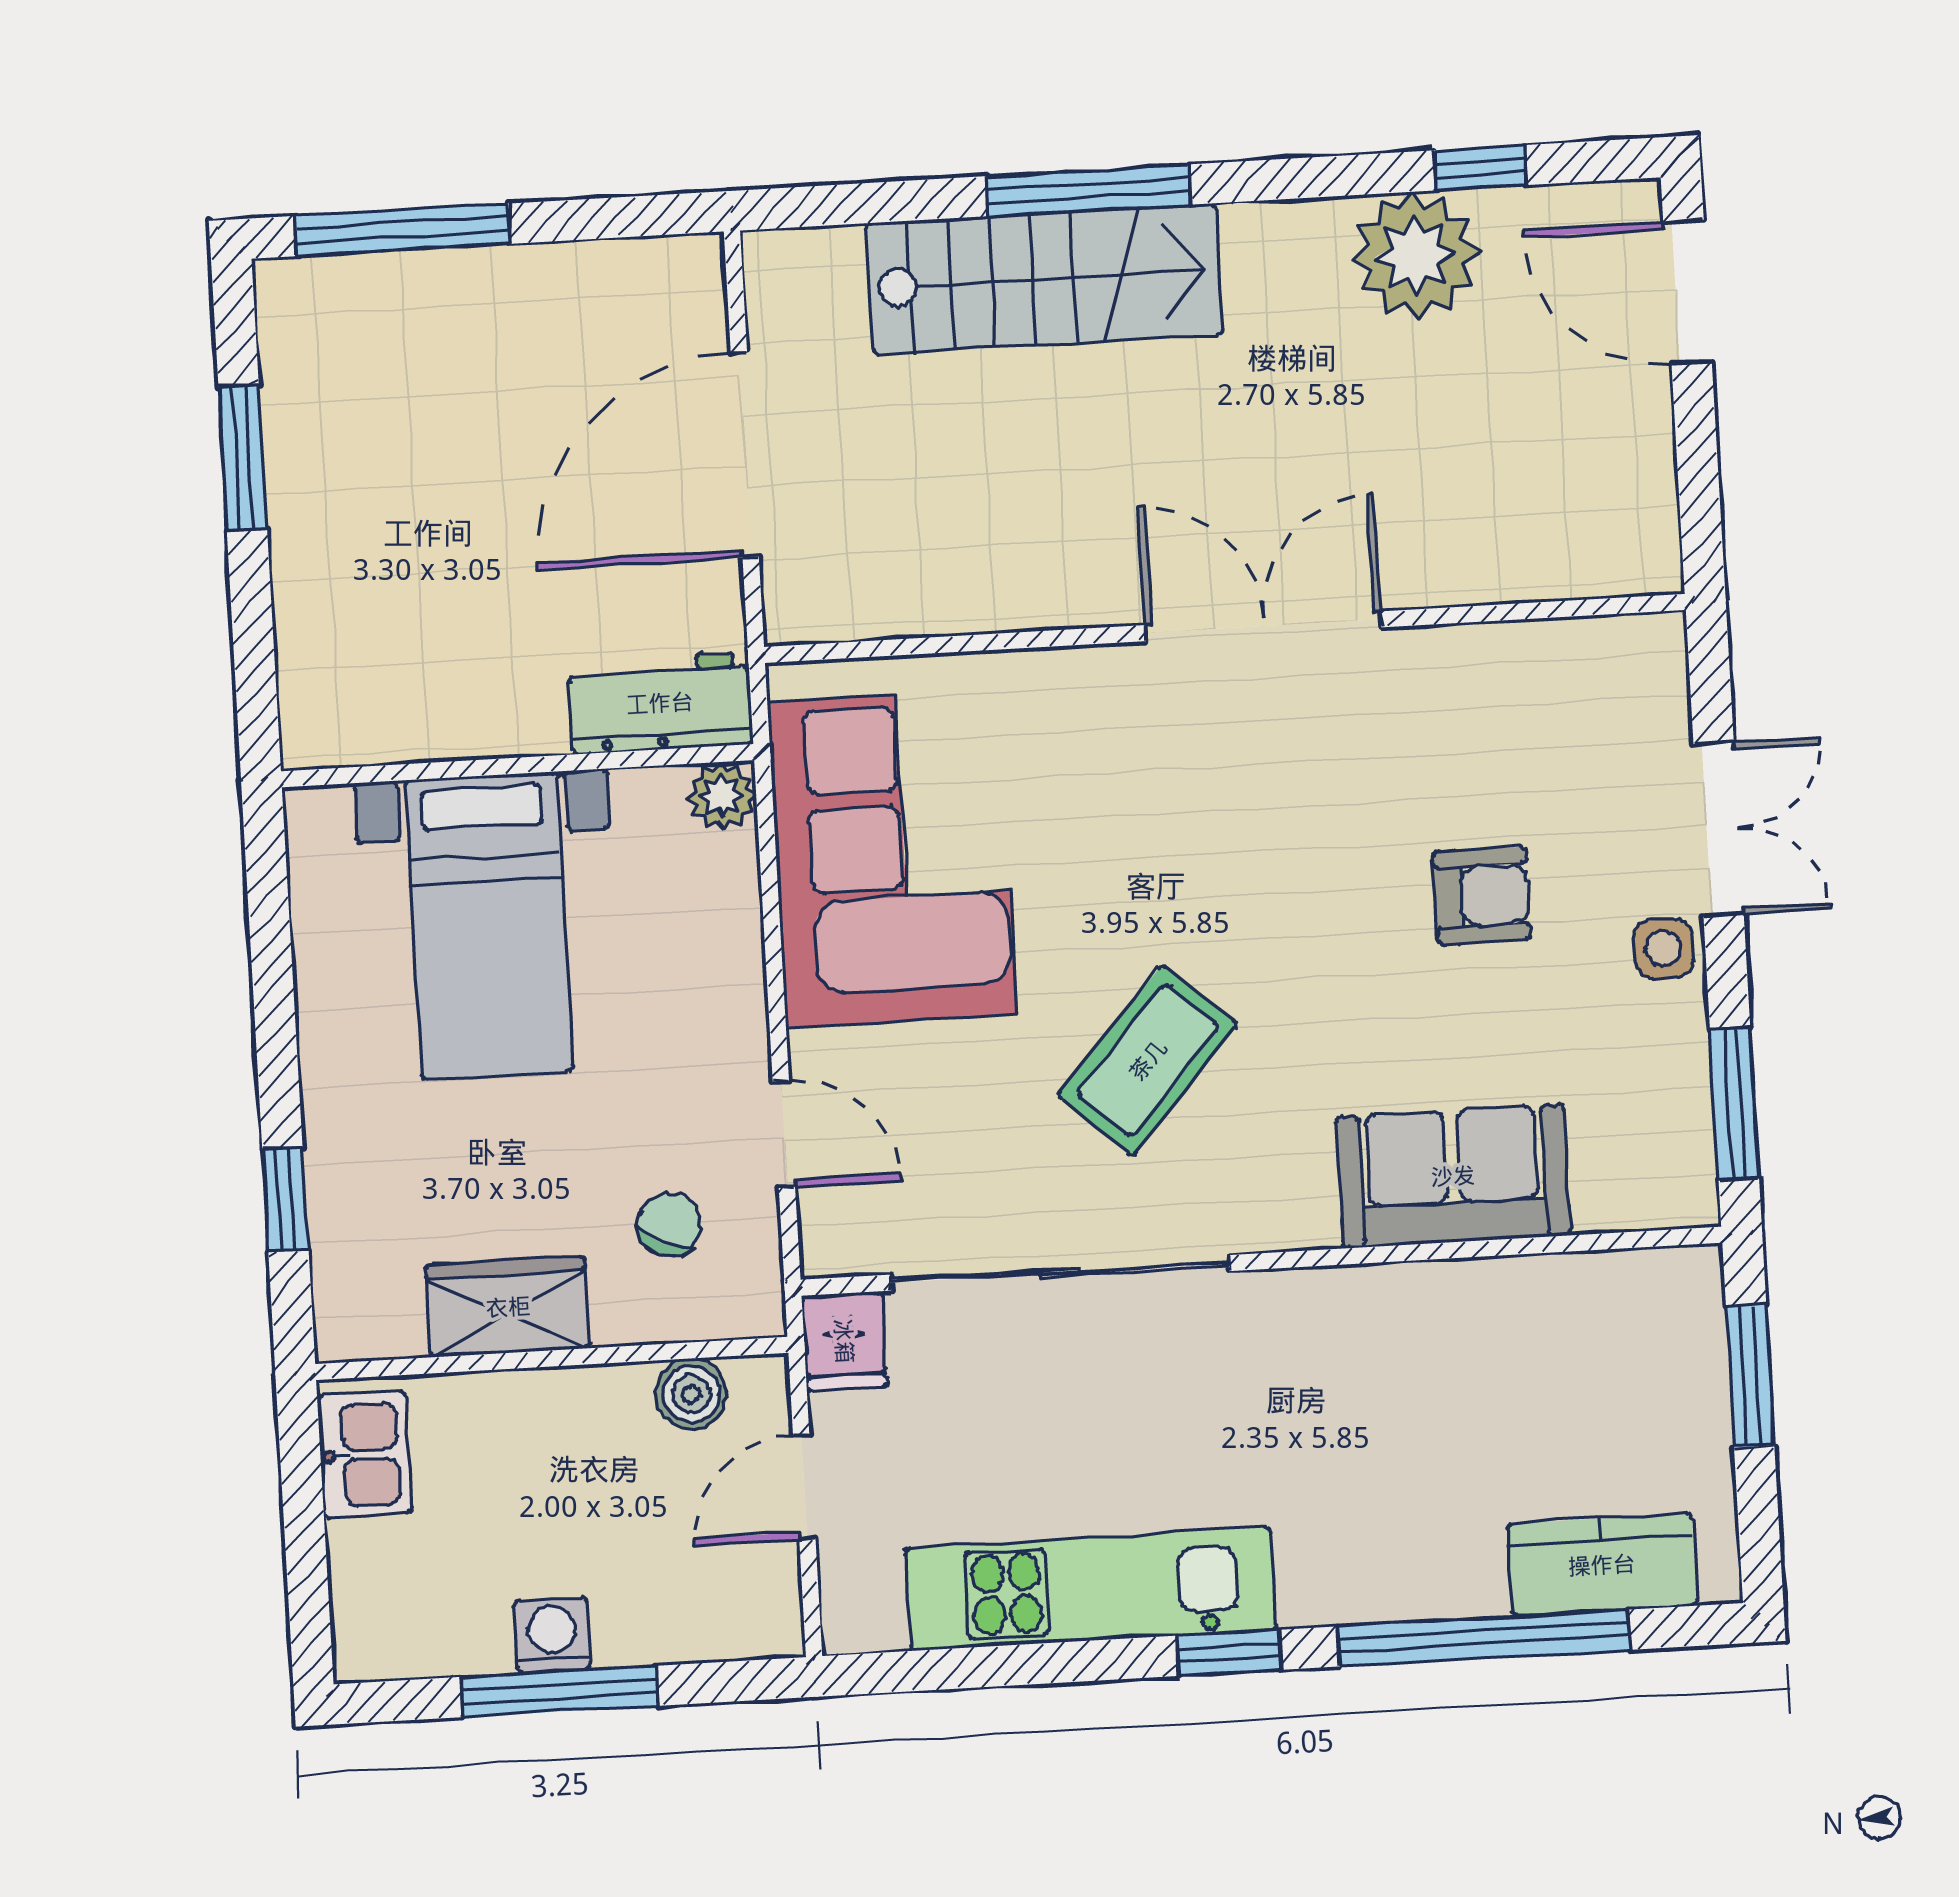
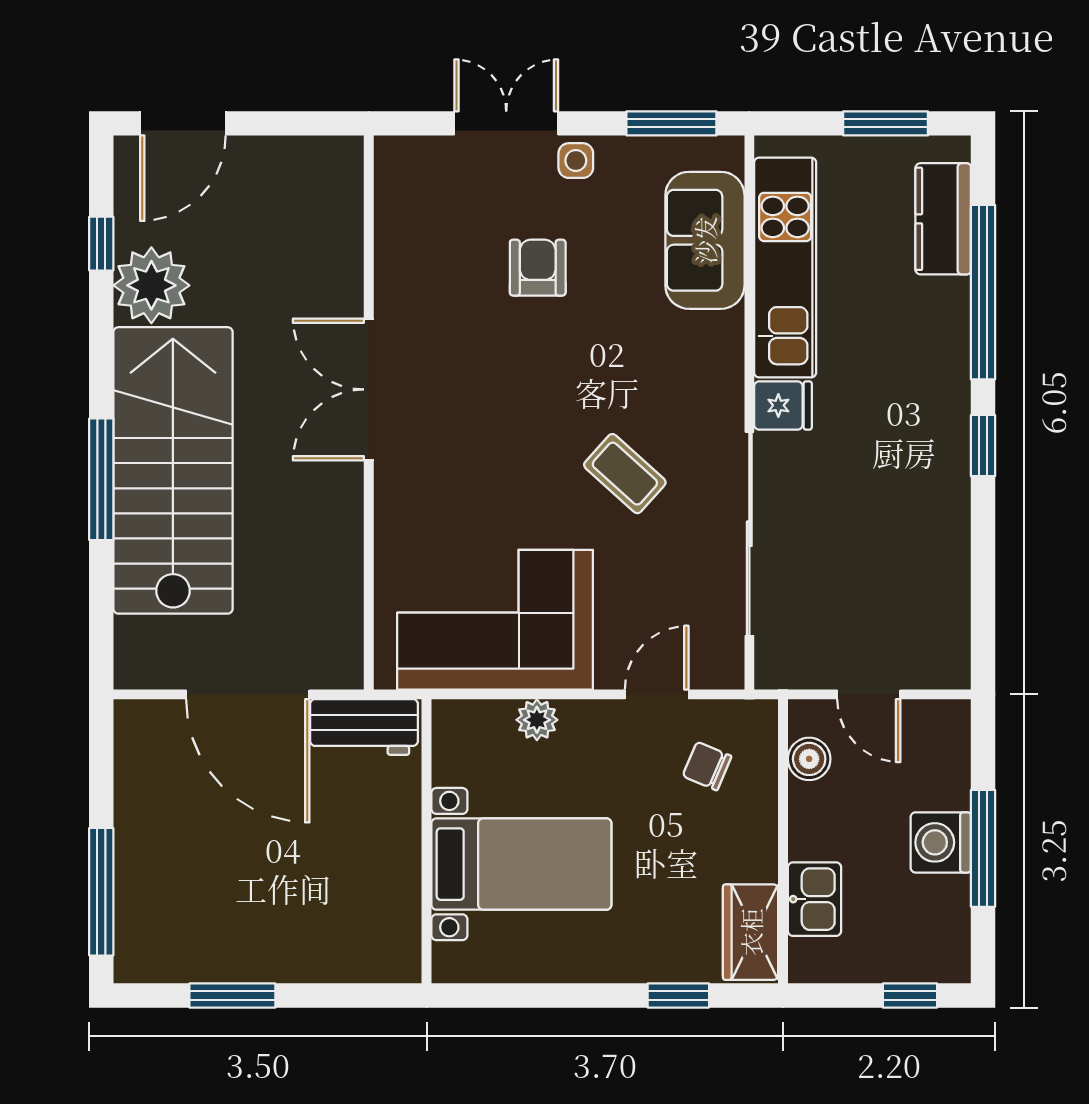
stairs: (1044, 279) -> (173, 470), width x1.36, depth x1.51
workbench: (660, 703) -> (364, 727), moved, turned -90
plant: (722, 796) -> (537, 720), moved
coffee table: (1148, 1060) -> (625, 474), width x0.73, depth x0.77
sofa: (1453, 1176) -> (705, 240), moved
wardrobe: (508, 1307) -> (751, 932), moved
fridge: (844, 1341) -> (783, 405), moved
window: (1750, 1376) -> (886, 123), moved
kitchen sink: (365, 1455) -> (814, 899), moved, turned 90
window: (308, 1584) -> (910, 995), added
kitchen unit: (1091, 1589) -> (785, 268), moved, turned 180
washing machine: (552, 1635) -> (941, 842), width x1.38, depth x1.38

